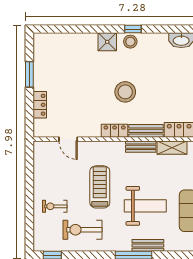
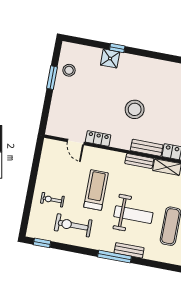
window: (133, 29) -> (117, 48), moved
shower: (107, 42) -> (110, 58), moved
stool: (130, 42) -> (69, 70), moved
locker: (40, 105) -> (56, 107), removed
locker: (115, 131) -> (98, 138), moved

